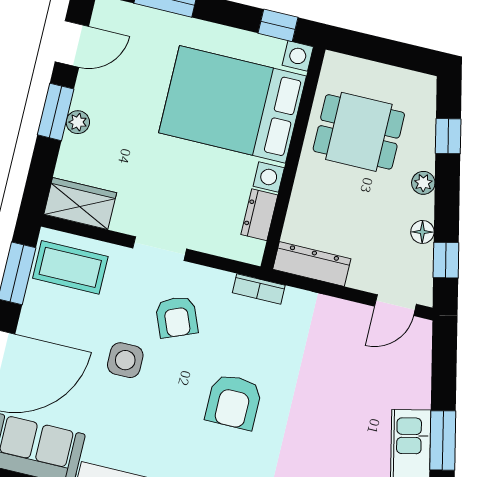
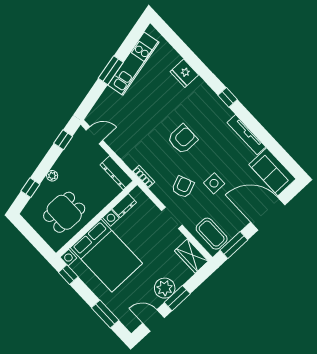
plant: (78, 122) -> (165, 288), width x1.88, depth x1.88
dining table: (359, 132) -> (64, 212), turned 90
floor lamp: (422, 232) -> (65, 157), removed

